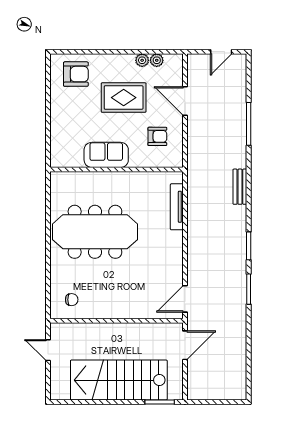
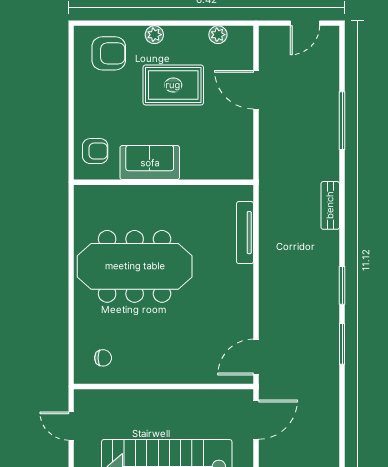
plant: (142, 60) -> (154, 35), moved
armchair: (157, 136) -> (95, 151), moved

